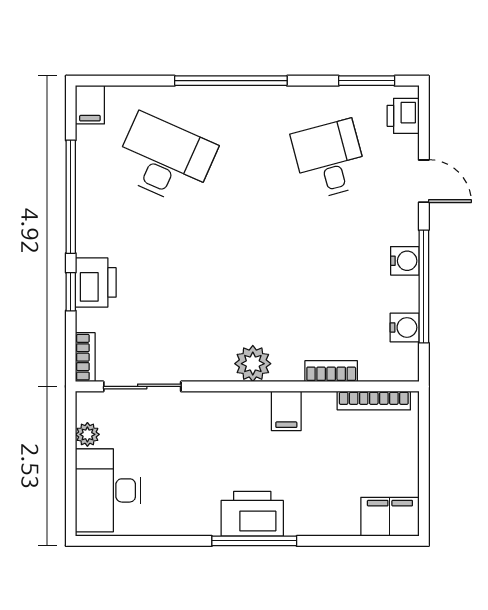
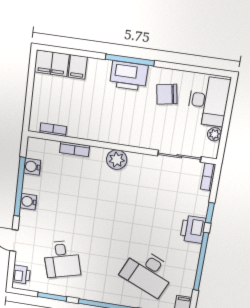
window: (367, 81) -> (52, 297), moved
printer: (96, 282) -> (193, 229), moved
bookcase: (374, 401) -> (53, 130), width x0.64
filing cabinet: (286, 411) -> (78, 67), moved, turned 180
chair: (181, 492) -> (167, 94), added

